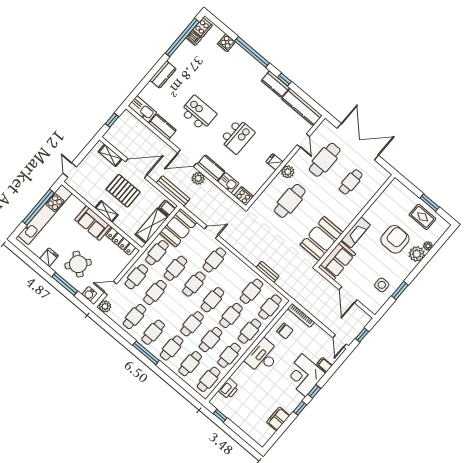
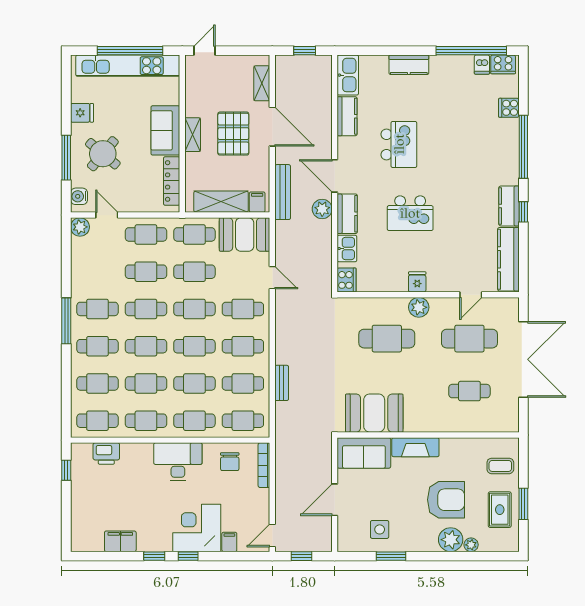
coffee table: (401, 198) -> (500, 466), added
cafe table: (233, 276) -> (243, 346), added
cafe table: (135, 317) -> (146, 309), moved

